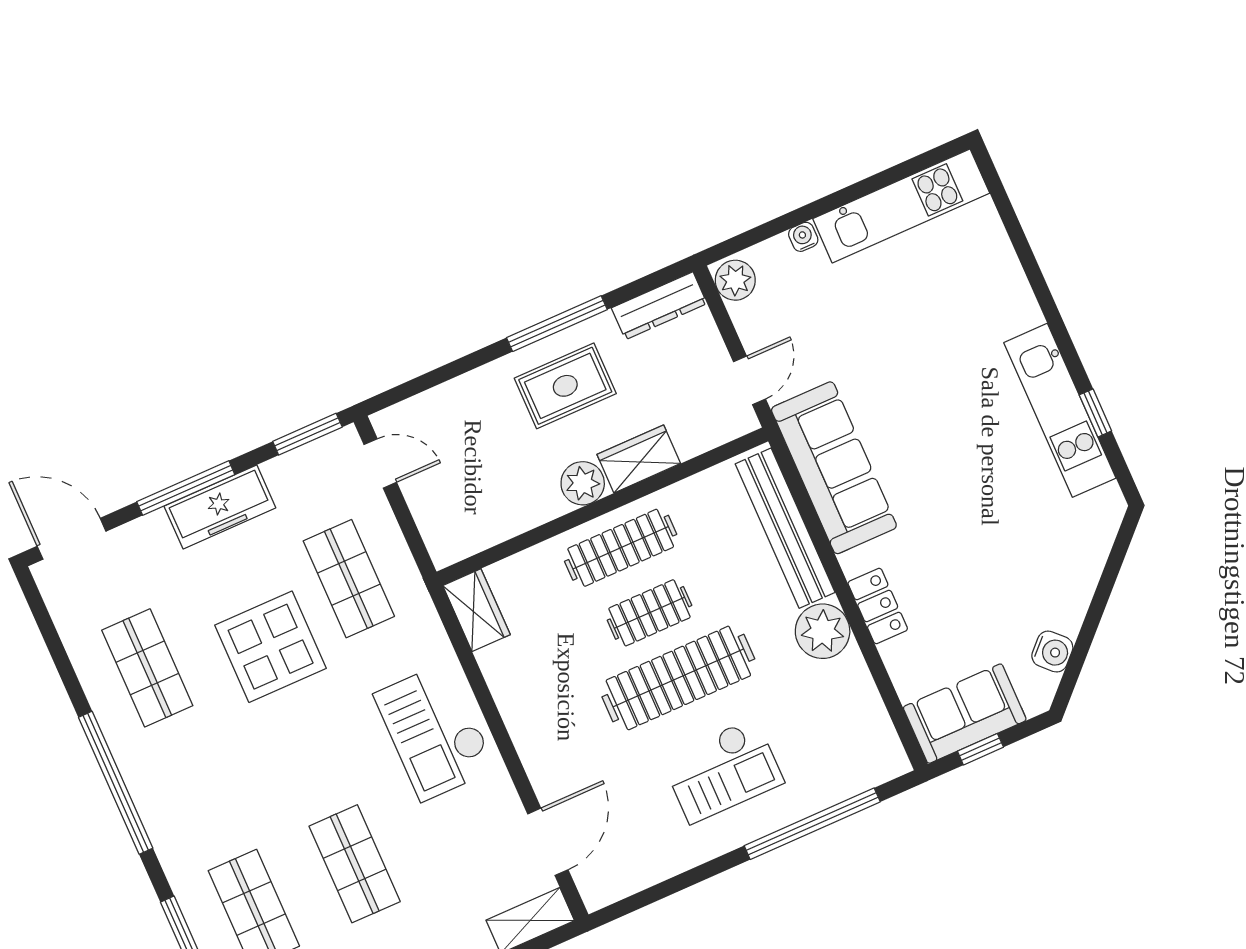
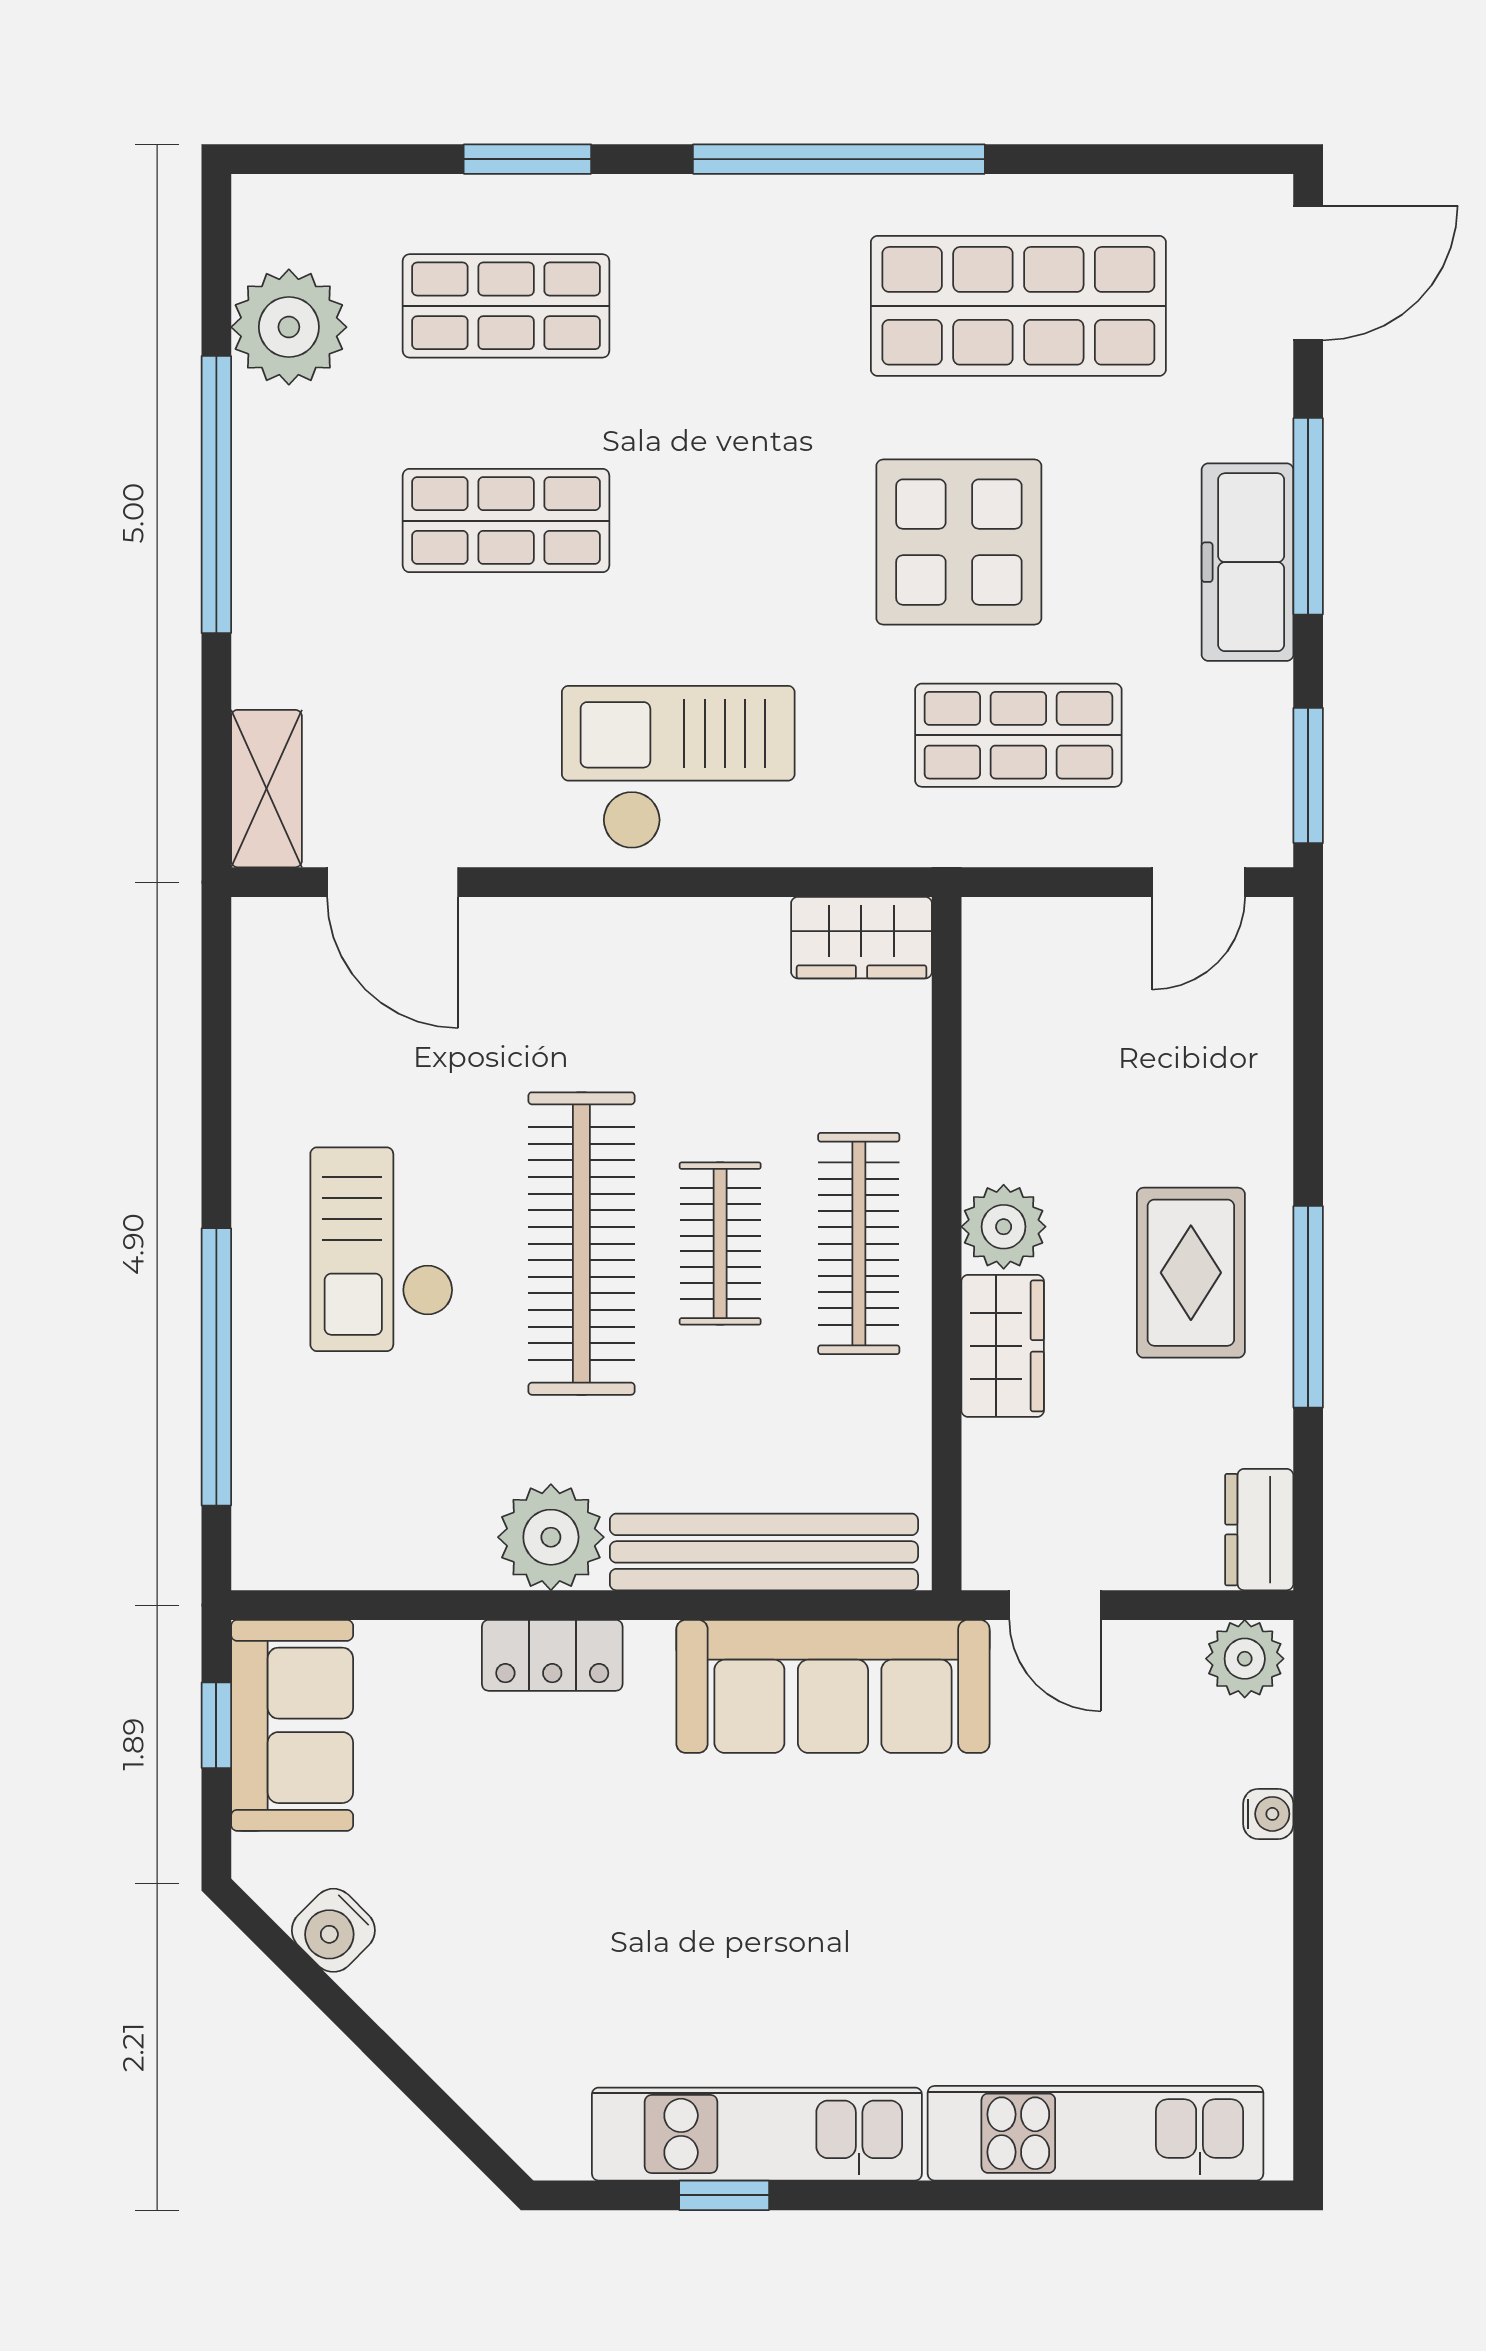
kitchen unit: (901, 206) -> (1096, 2133), moved, turned 90
dresser: (659, 306) -> (1259, 1530), width x0.70
shop shelf: (147, 668) -> (1018, 306), width x1.43, depth x1.36

